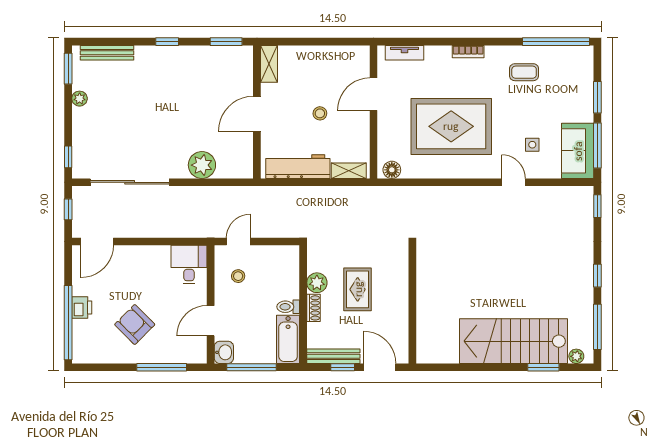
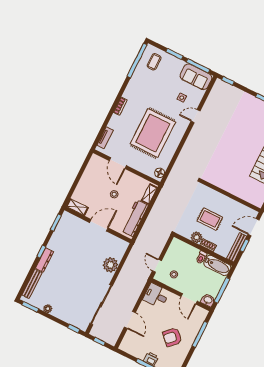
dresser: (156, 54) -> (44, 260), added
coffee table: (524, 72) -> (154, 62), moved
door: (257, 114) -> (99, 225), swing flipped
door: (97, 241) -> (130, 320), moved

